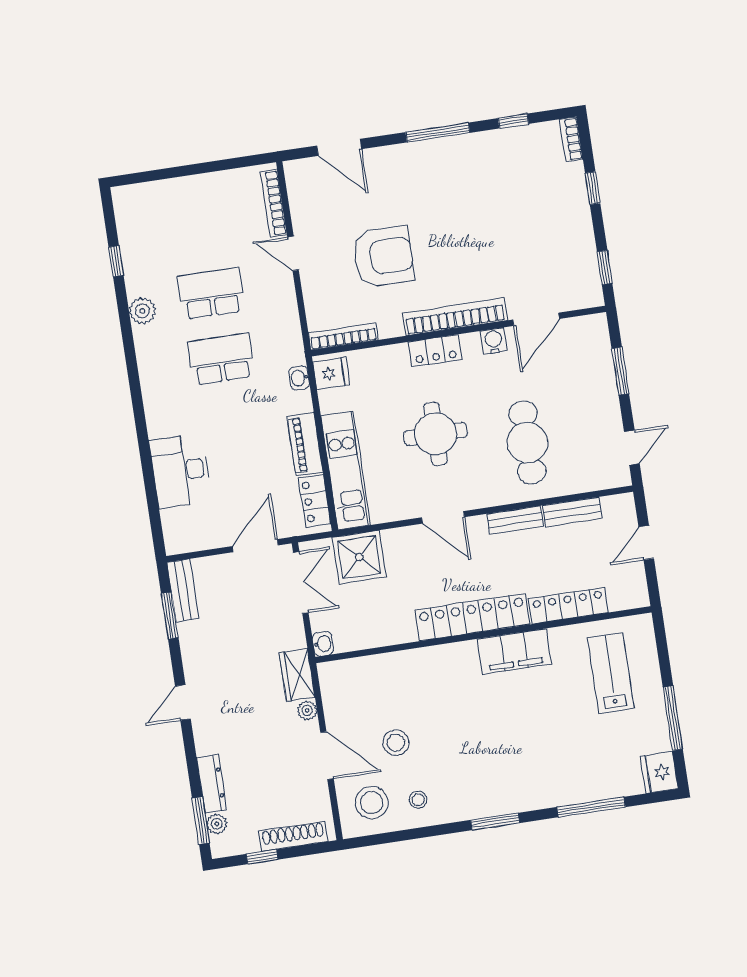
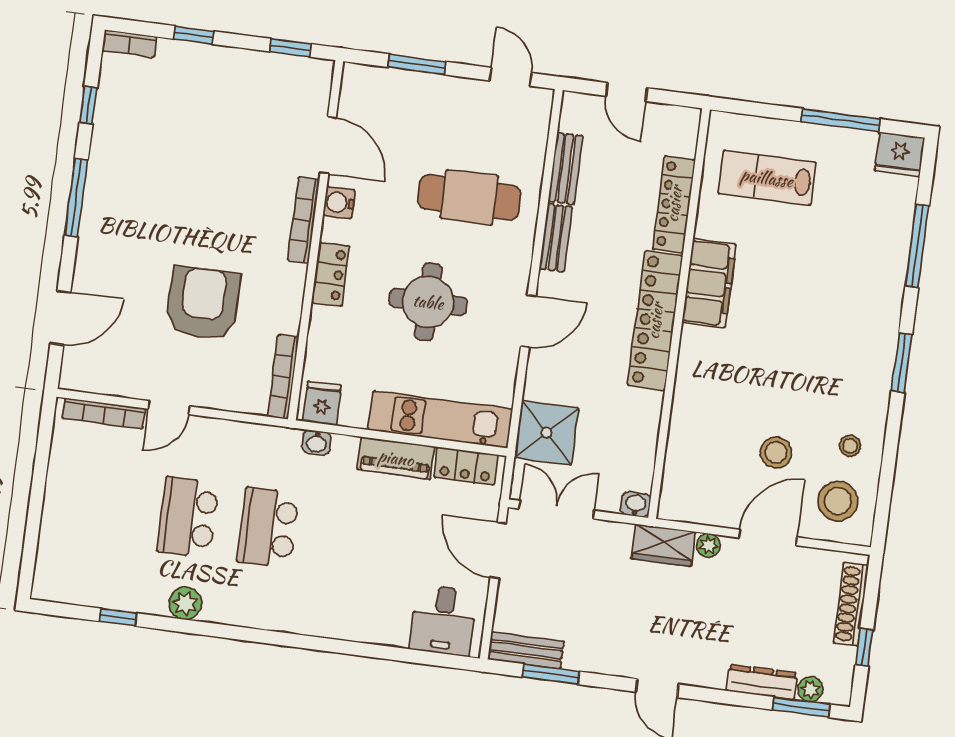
bookcase: (455, 317) -> (304, 220), width x0.68, depth x0.76
desk: (181, 471) -> (443, 620), moved, width x0.73

